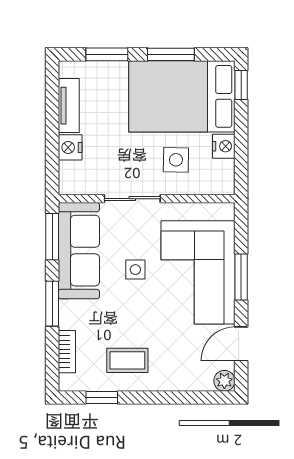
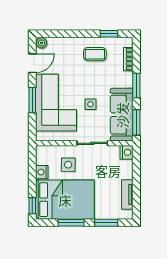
nightstand: (70, 147) -> (126, 152), moved

